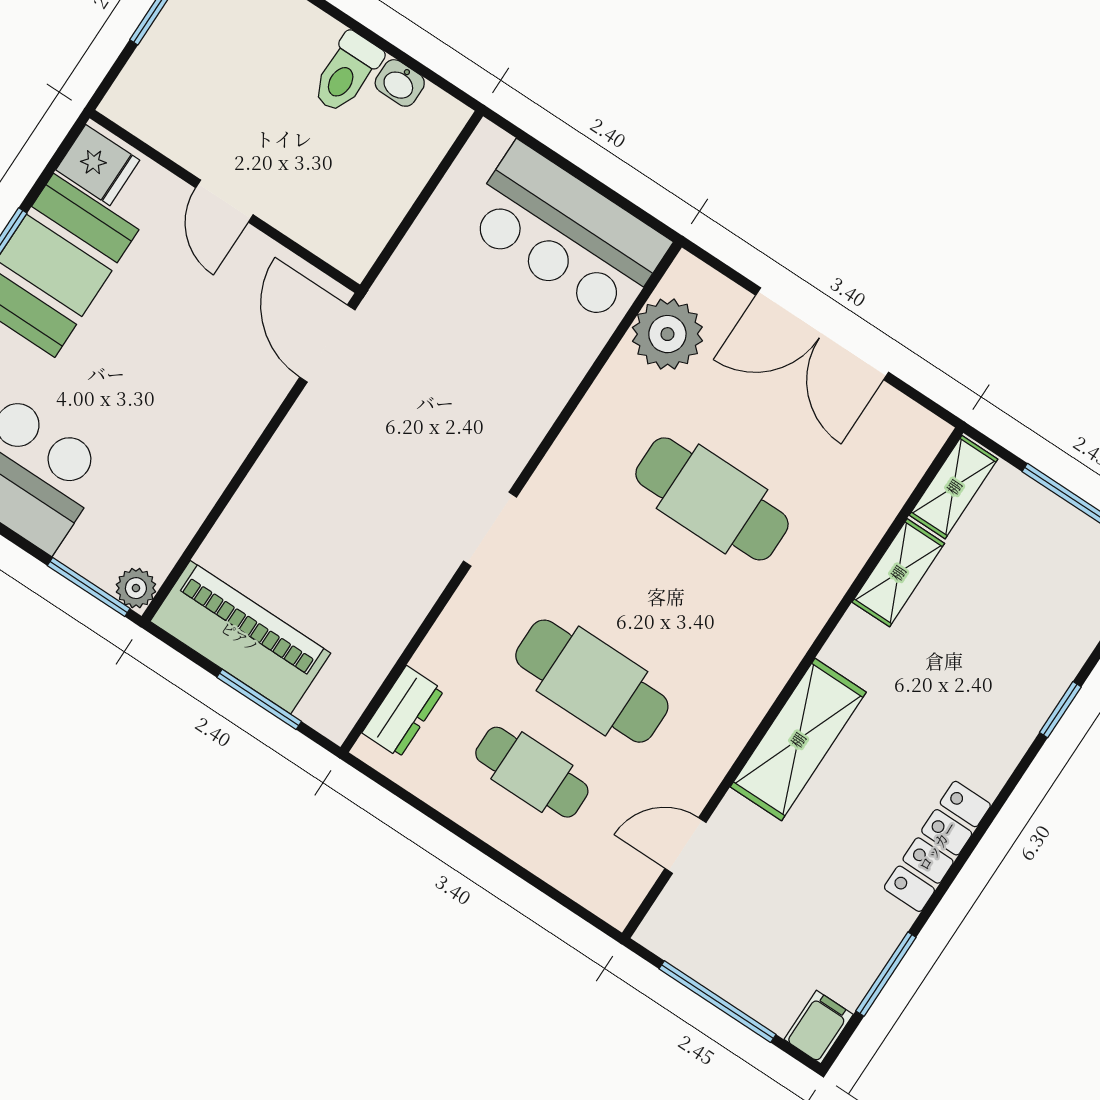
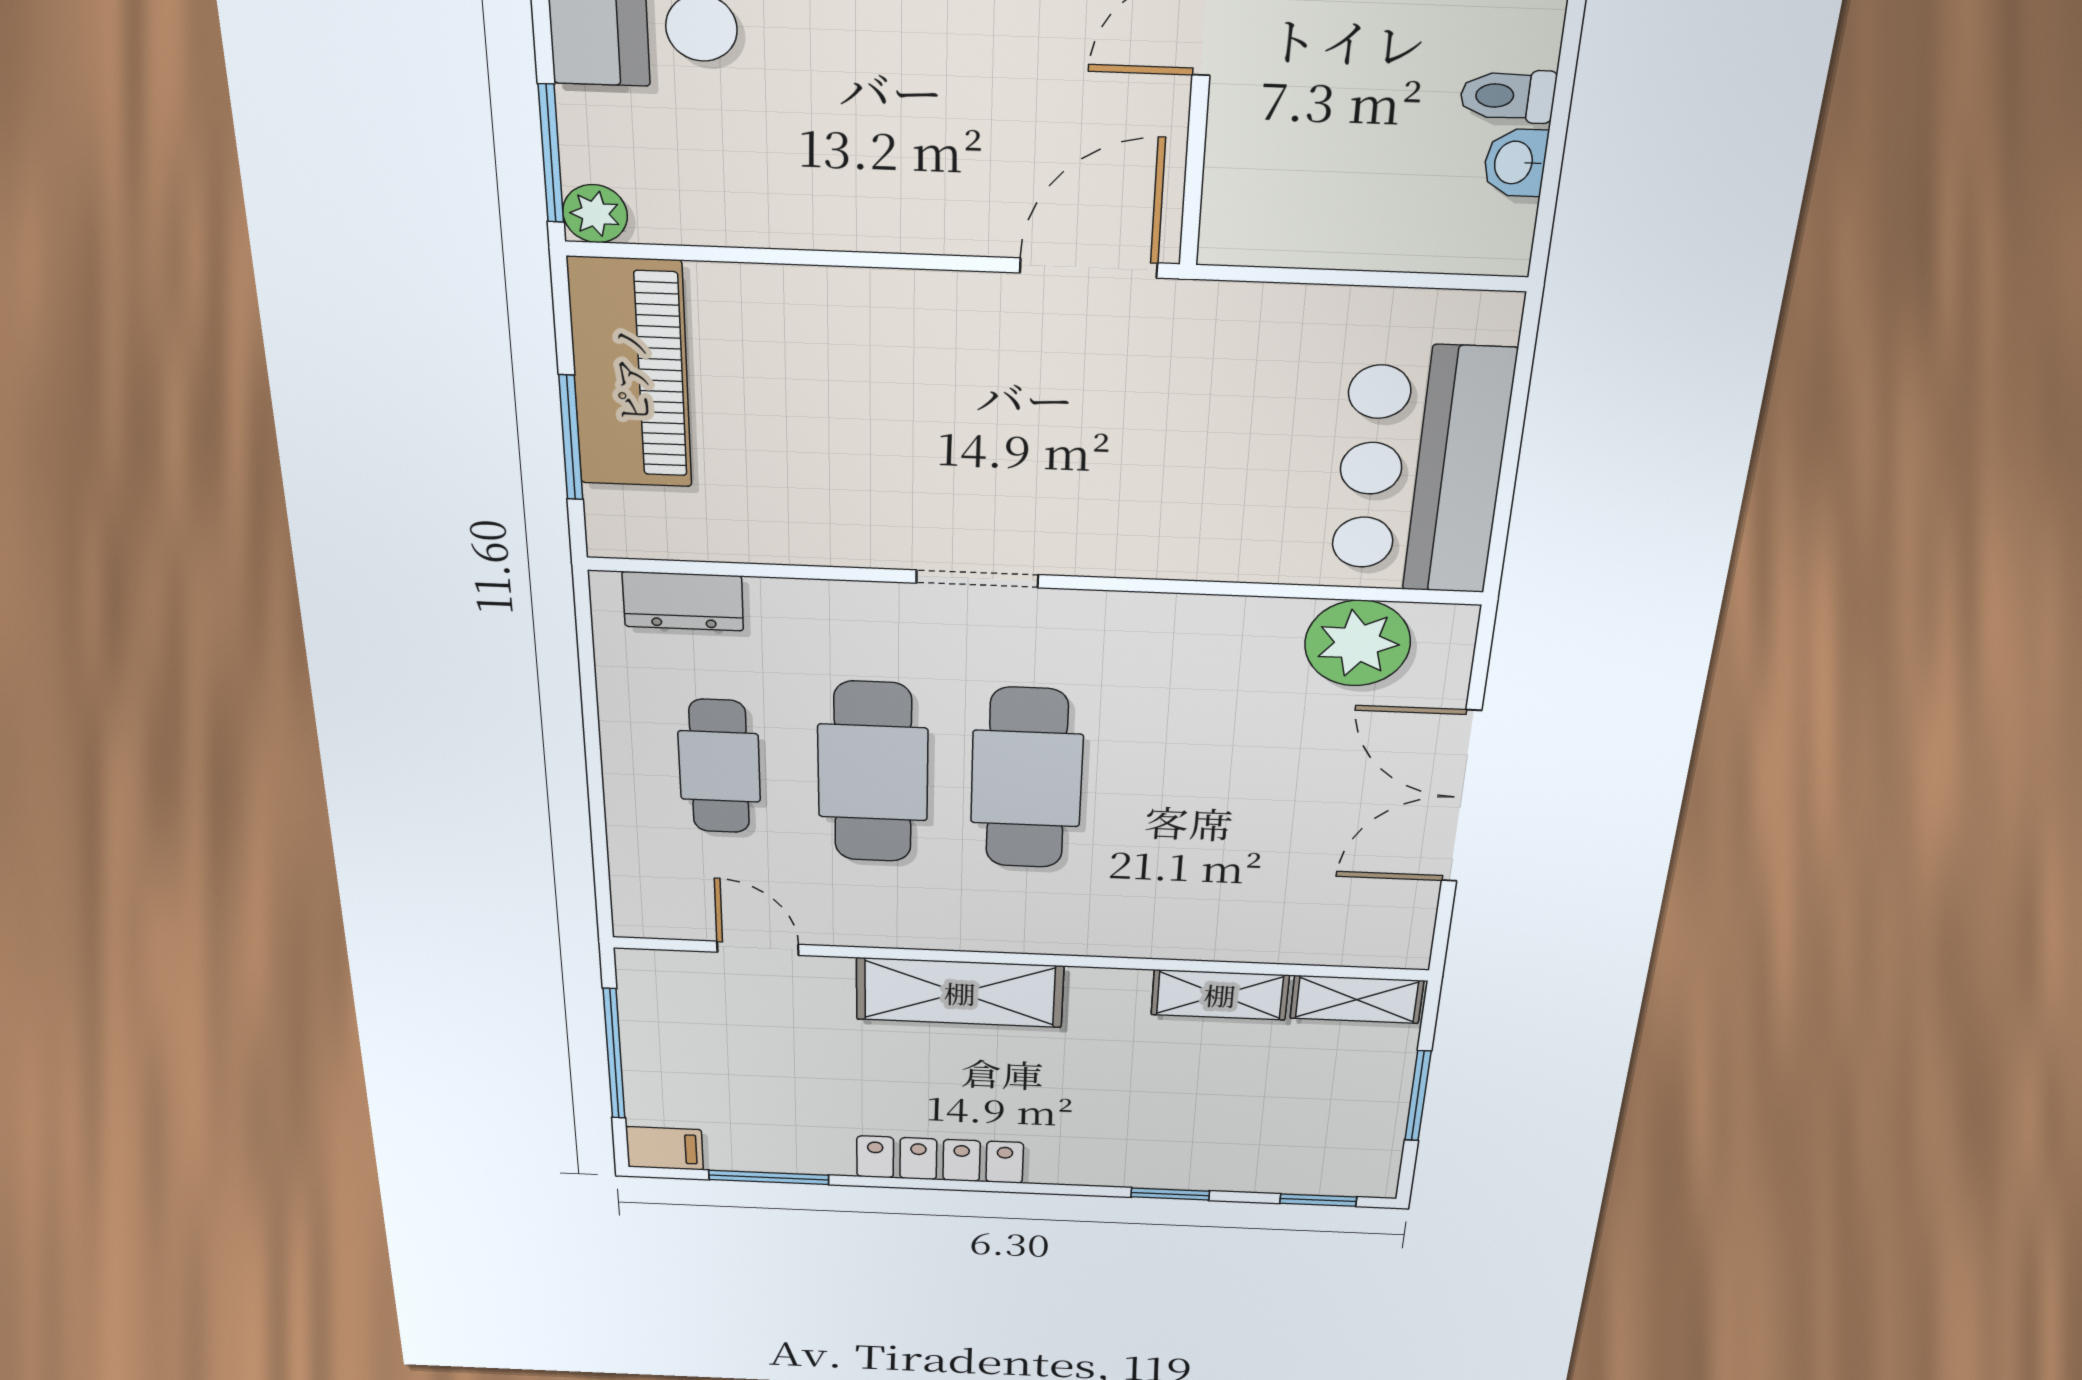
toilet: (347, 73) -> (1508, 96), width x0.73, depth x0.72
cafe table: (712, 499) -> (1027, 779), moved

